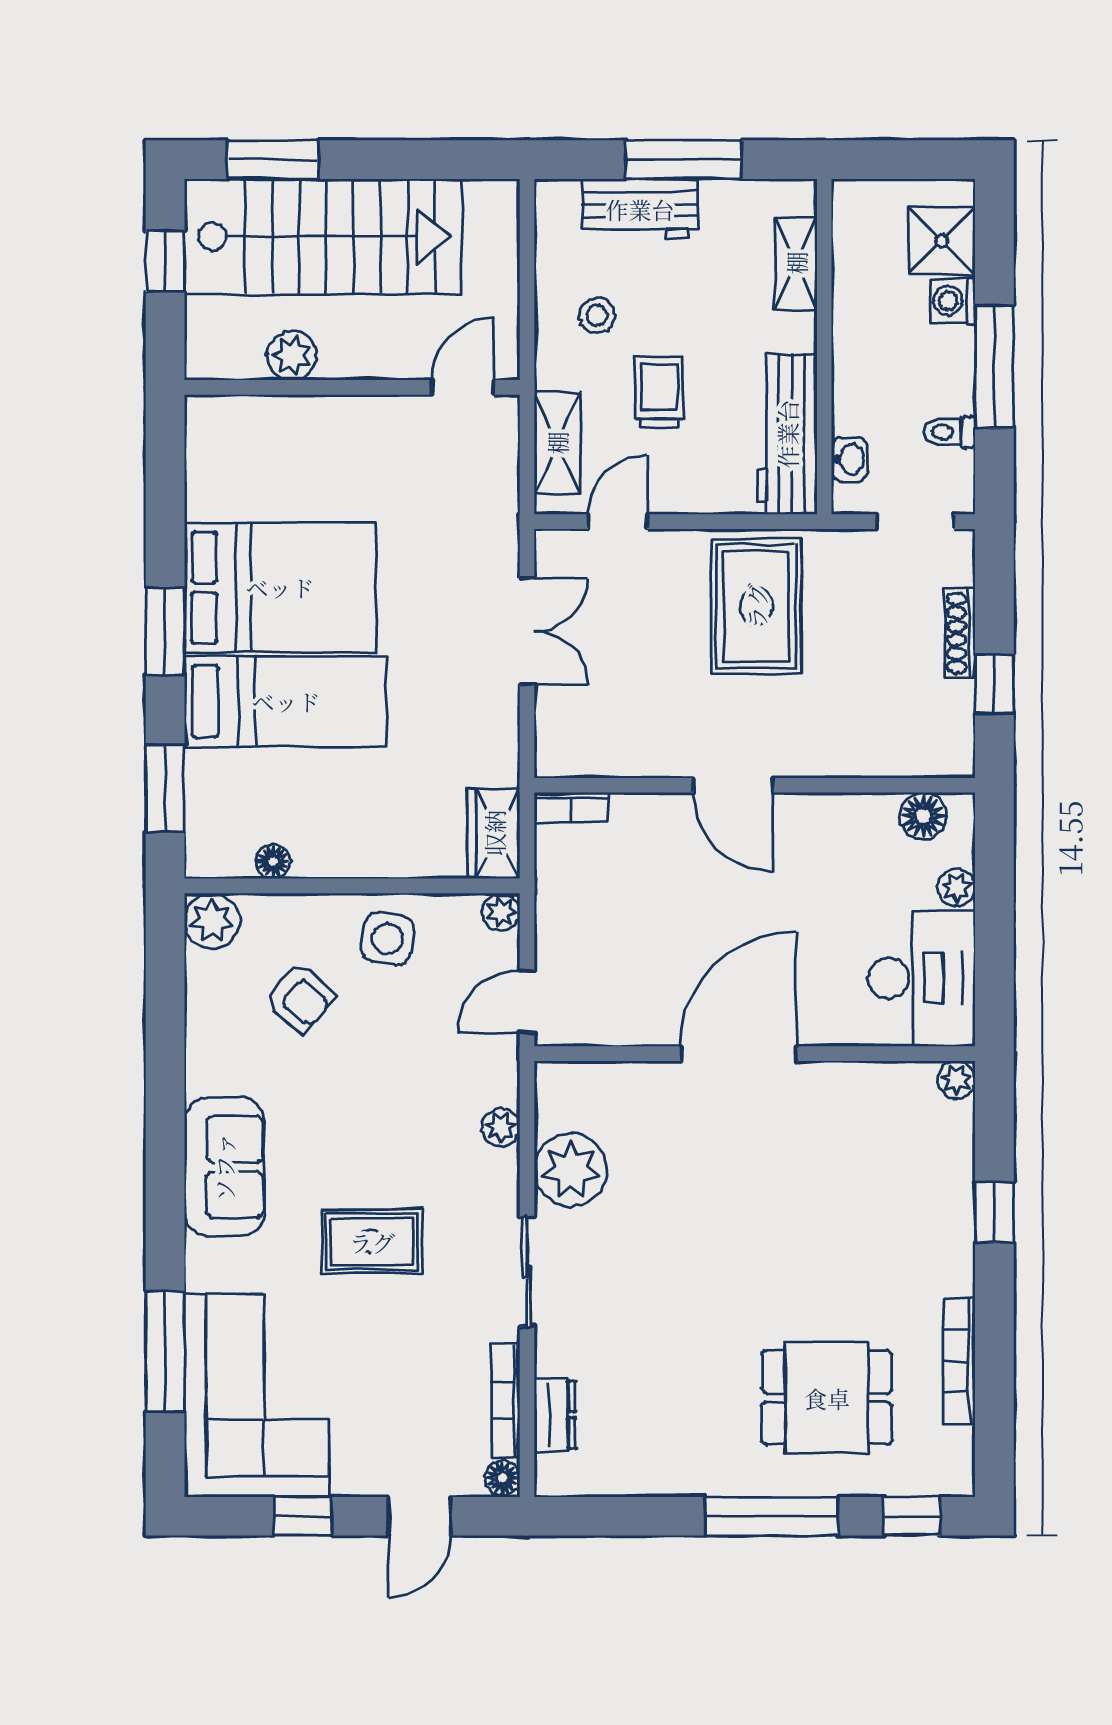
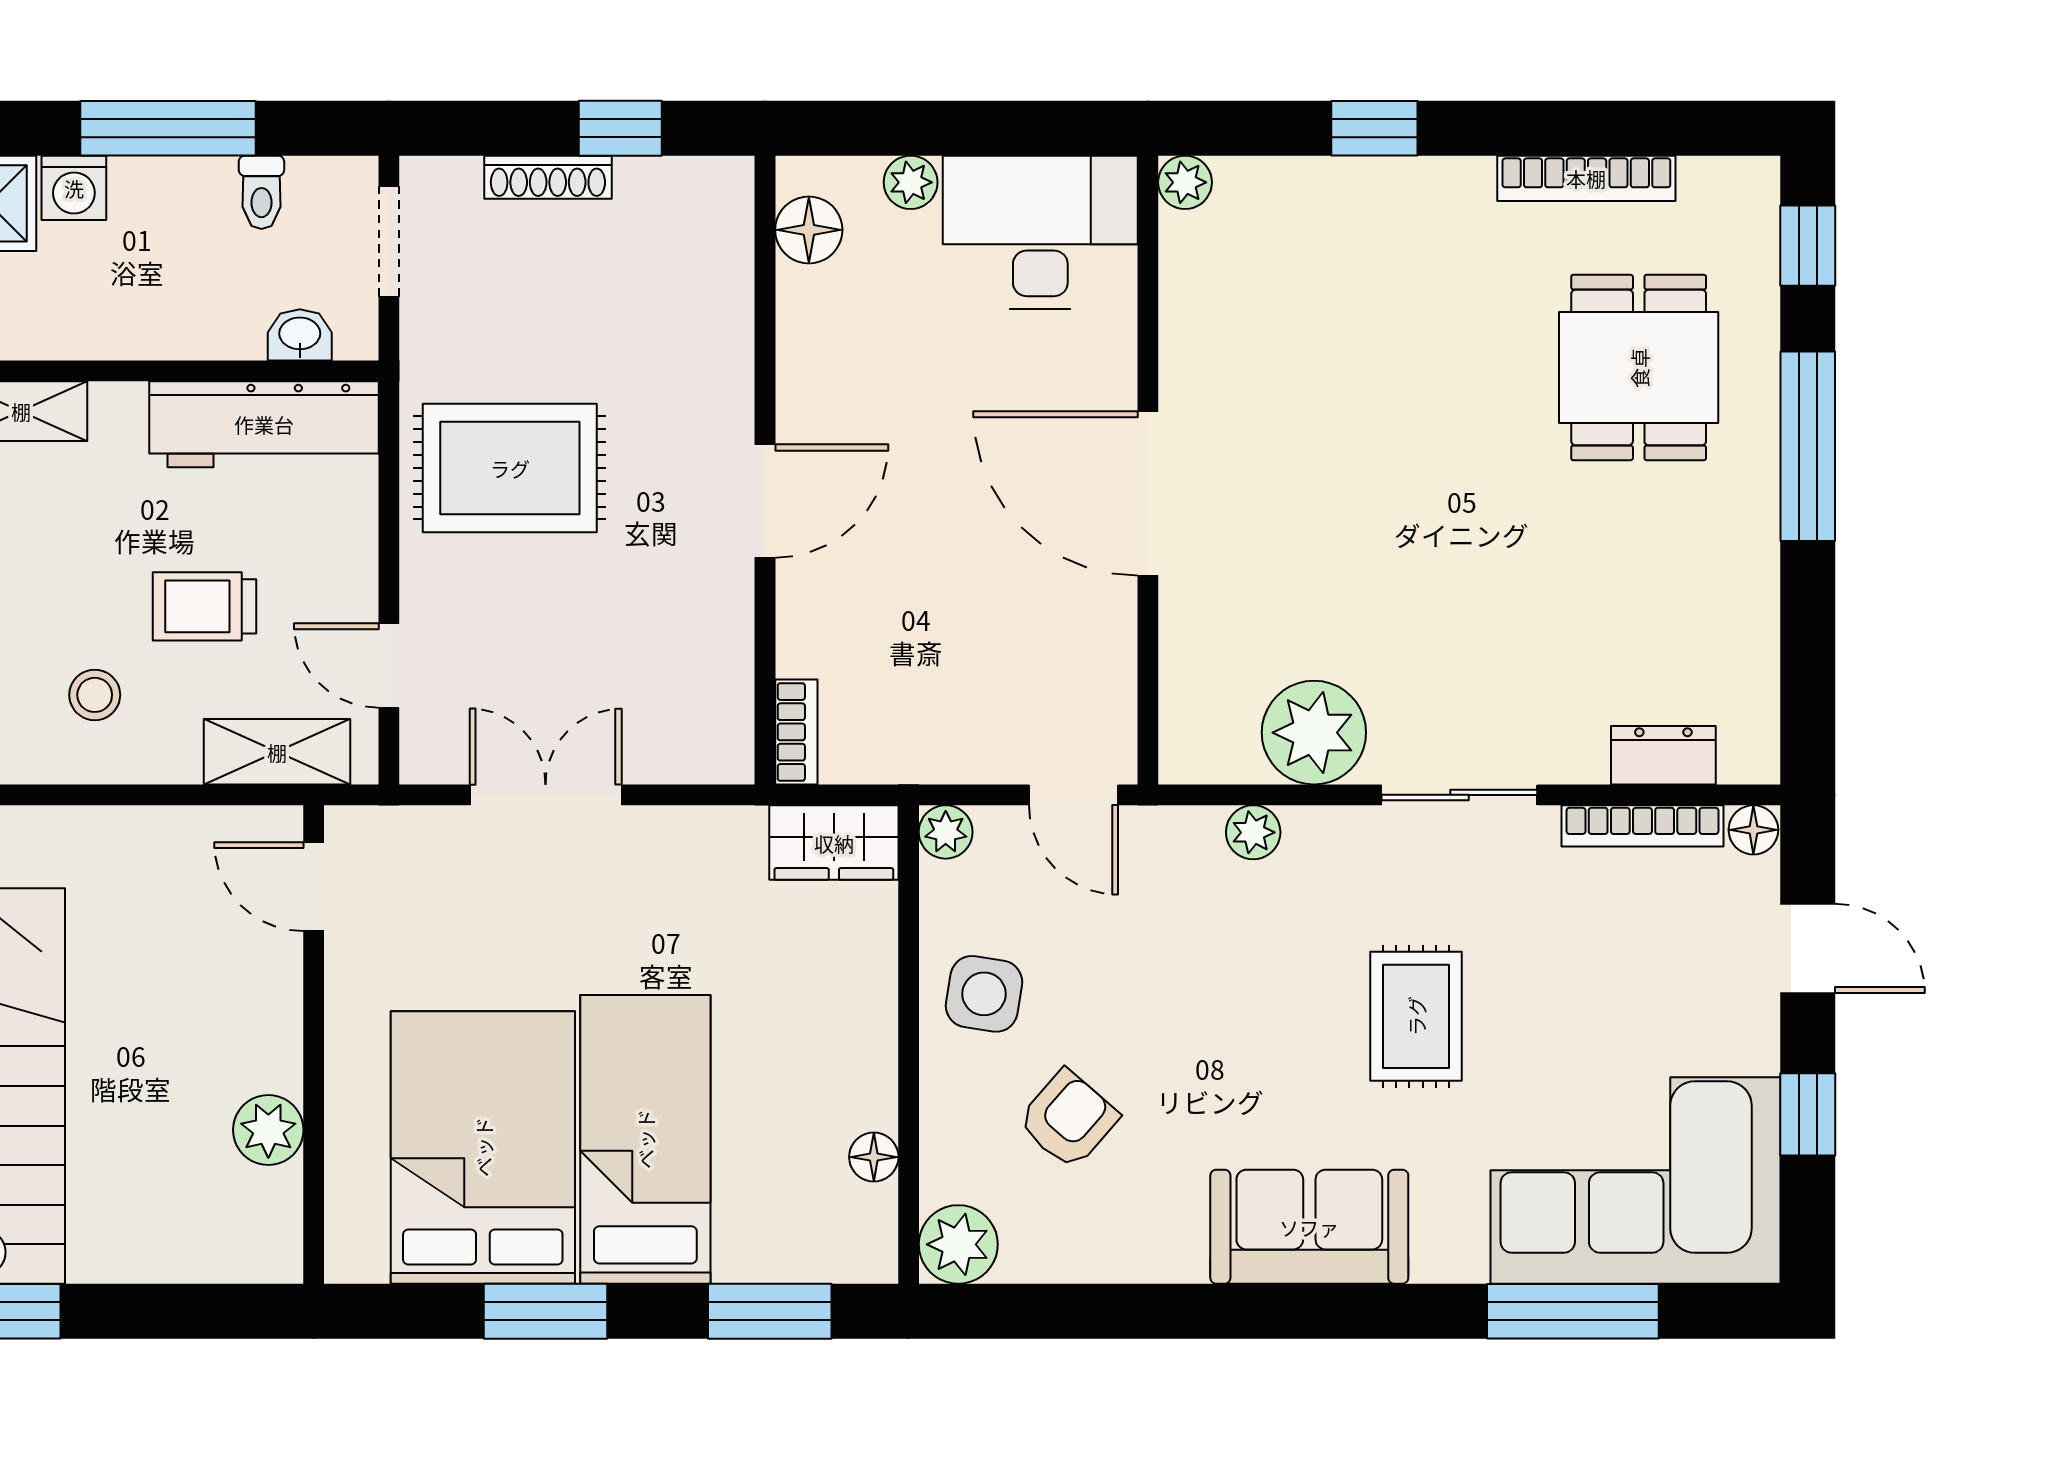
plant: (292, 356) -> (268, 1130), moved
wall: (352, 387) -> (314, 1044), moved
door: (463, 387) -> (314, 887), moved

